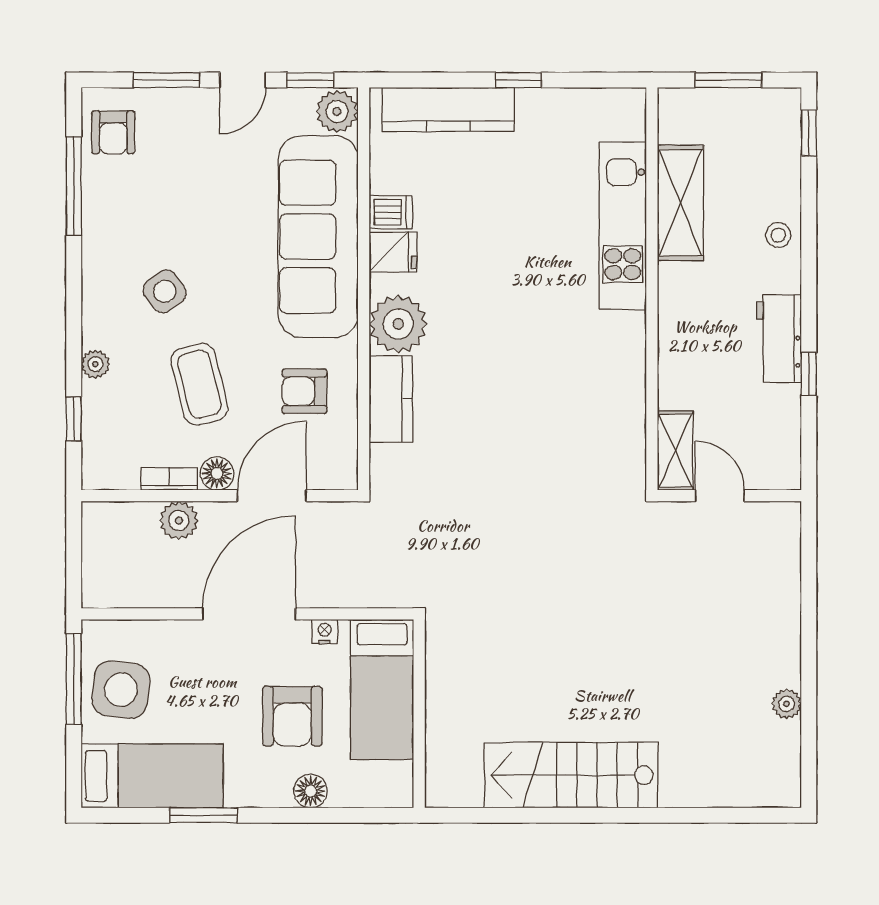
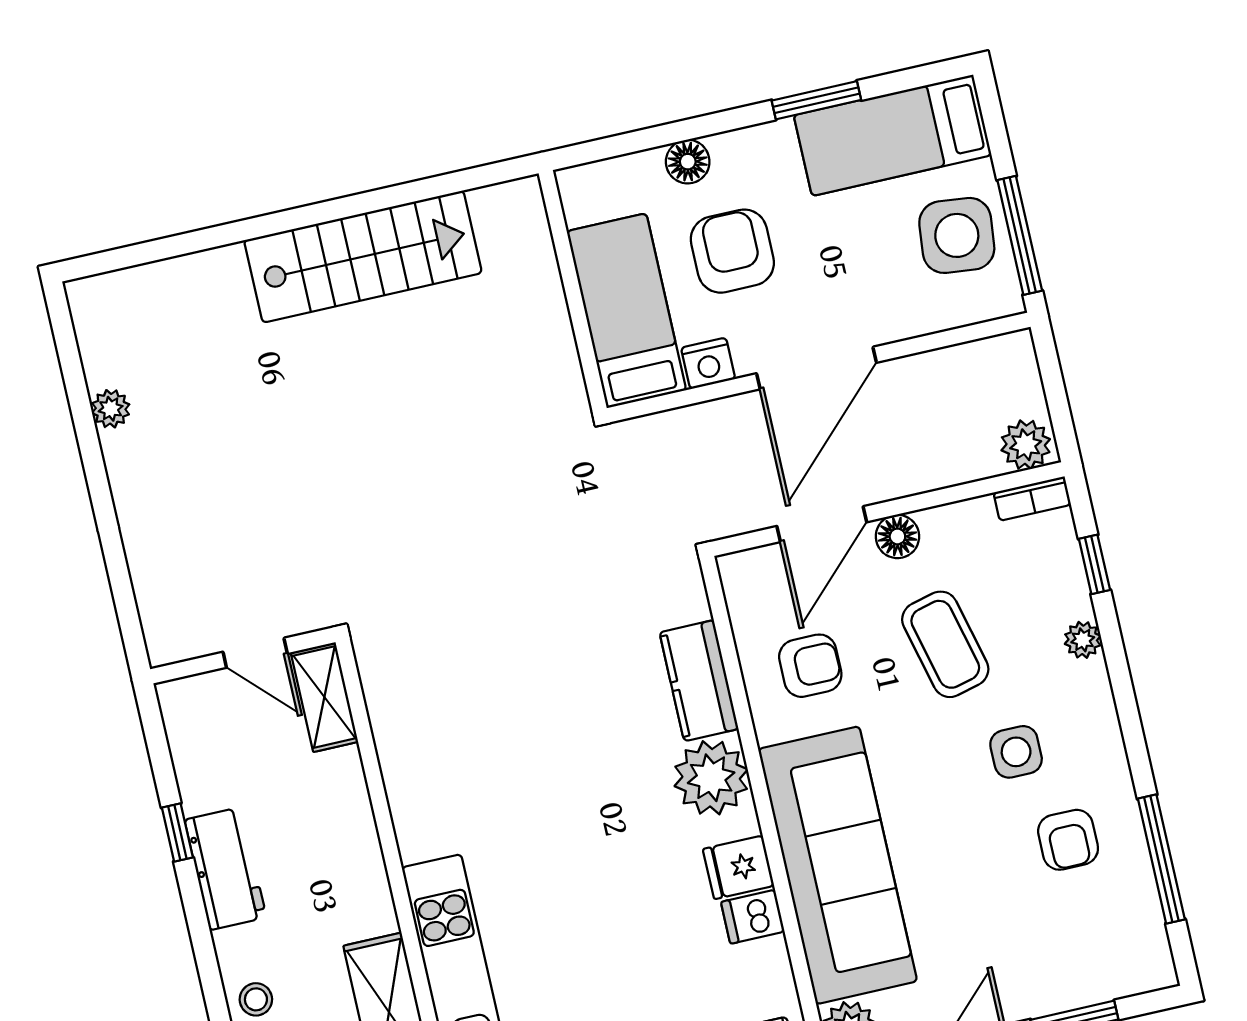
armchair: (113, 132) -> (1068, 840), moved, turned 180
side table: (165, 291) -> (1016, 752), turned 36
bookcase: (169, 479) -> (1032, 499), moved
plant: (179, 521) -> (1026, 445), moved
nightstand: (325, 632) -> (708, 363), width x1.39, depth x1.35

